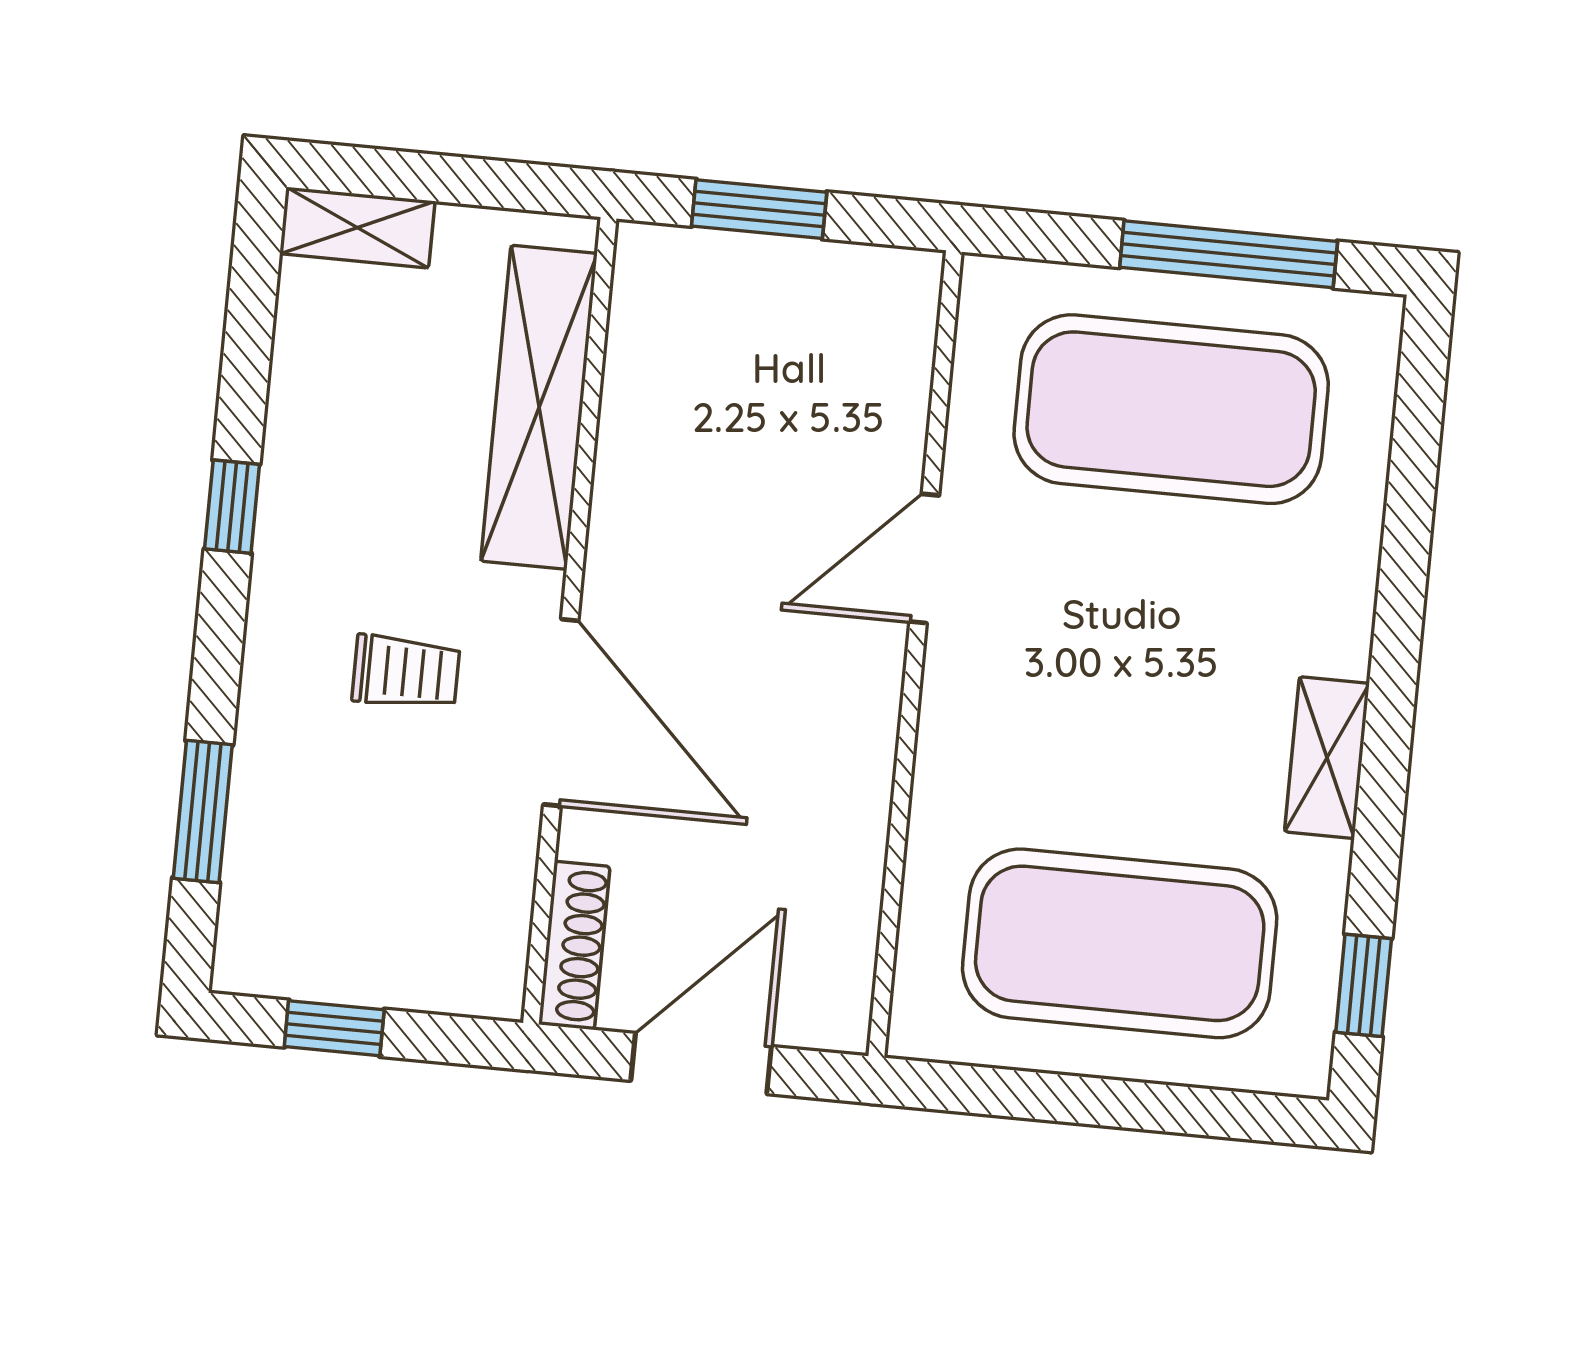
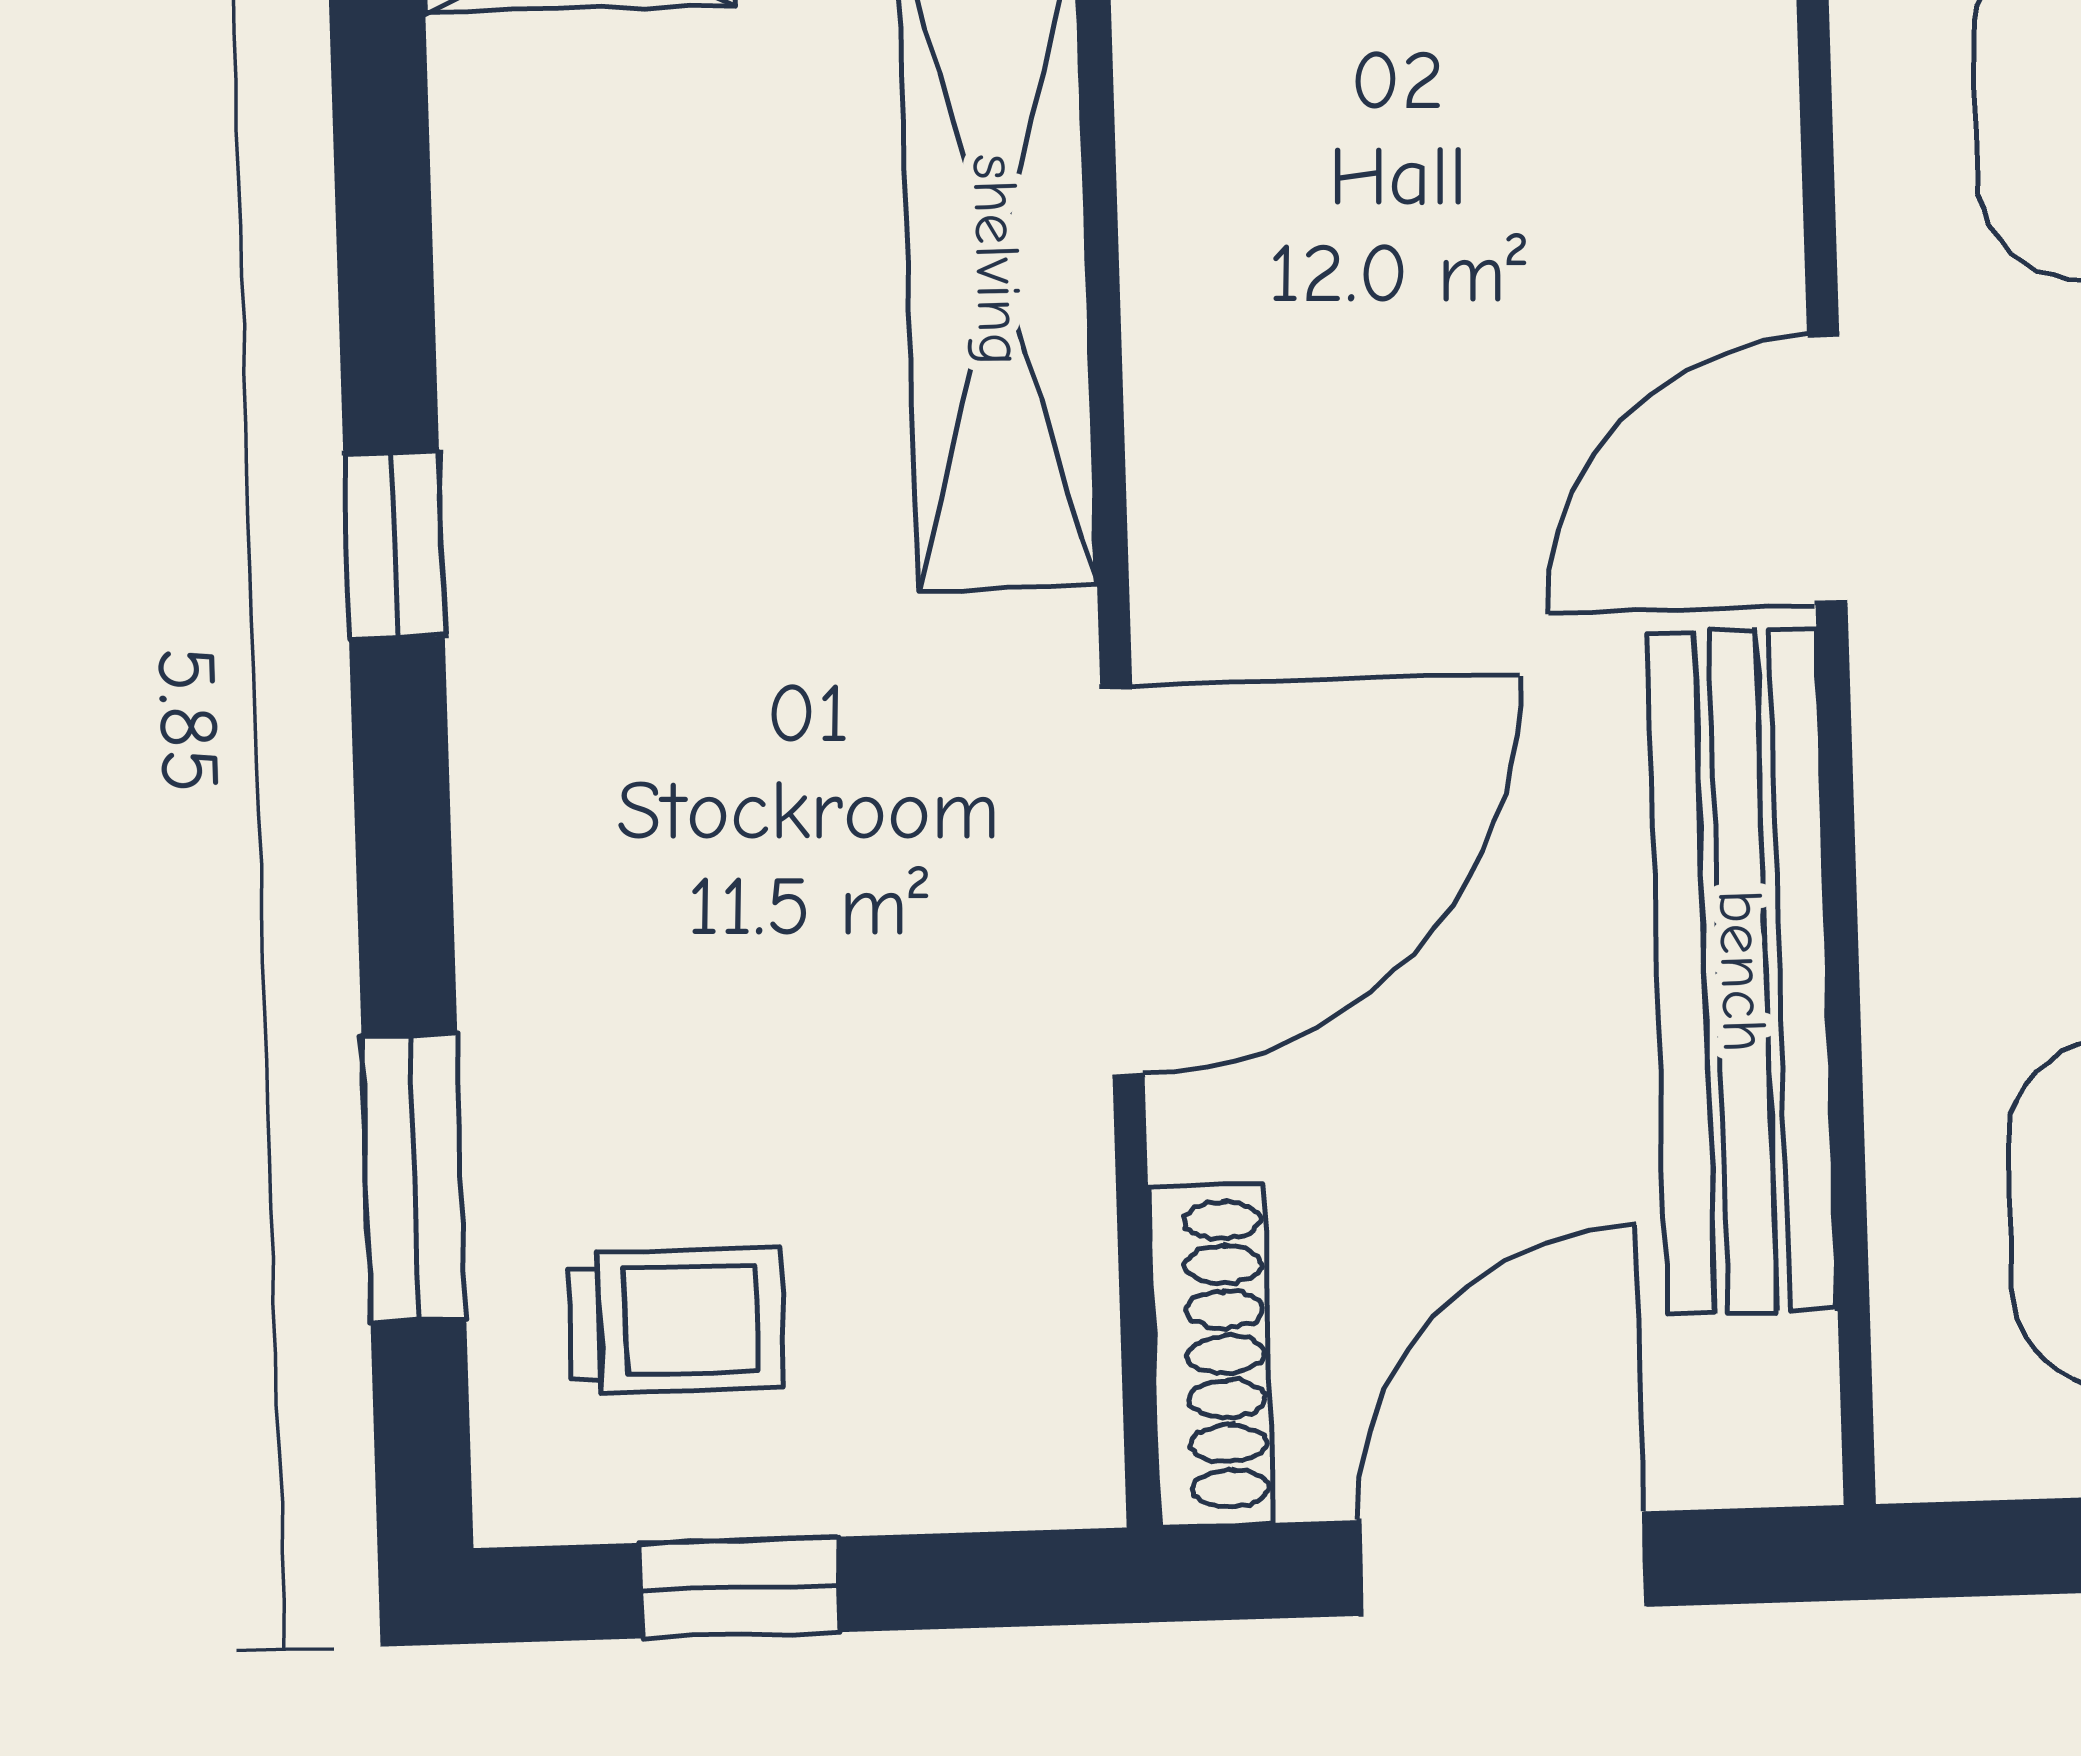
trolley: (406, 672) -> (676, 1320), moved
door: (561, 712) -> (1122, 881), hinge flipped
bench: (853, 794) -> (1742, 971), added

